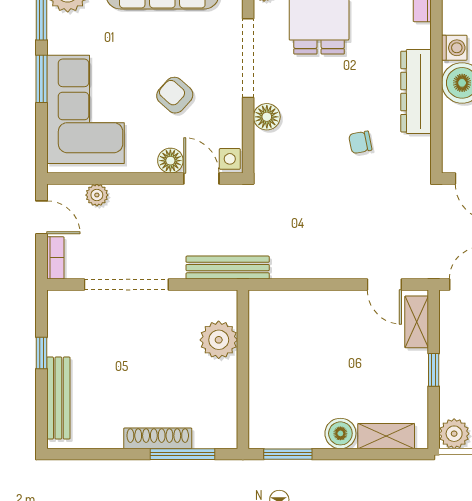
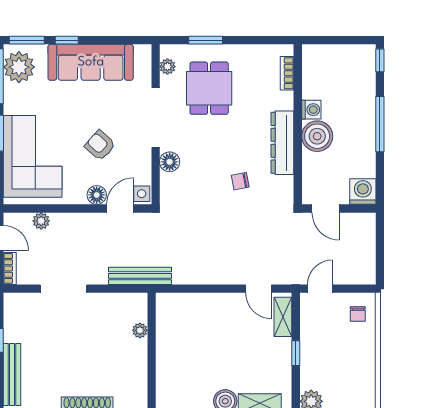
door: (201, 179) -> (120, 208), hinge flipped
doorway: (126, 285) -> (63, 289), width x0.73
plant: (219, 340) -> (140, 330), width x0.53, depth x0.53

